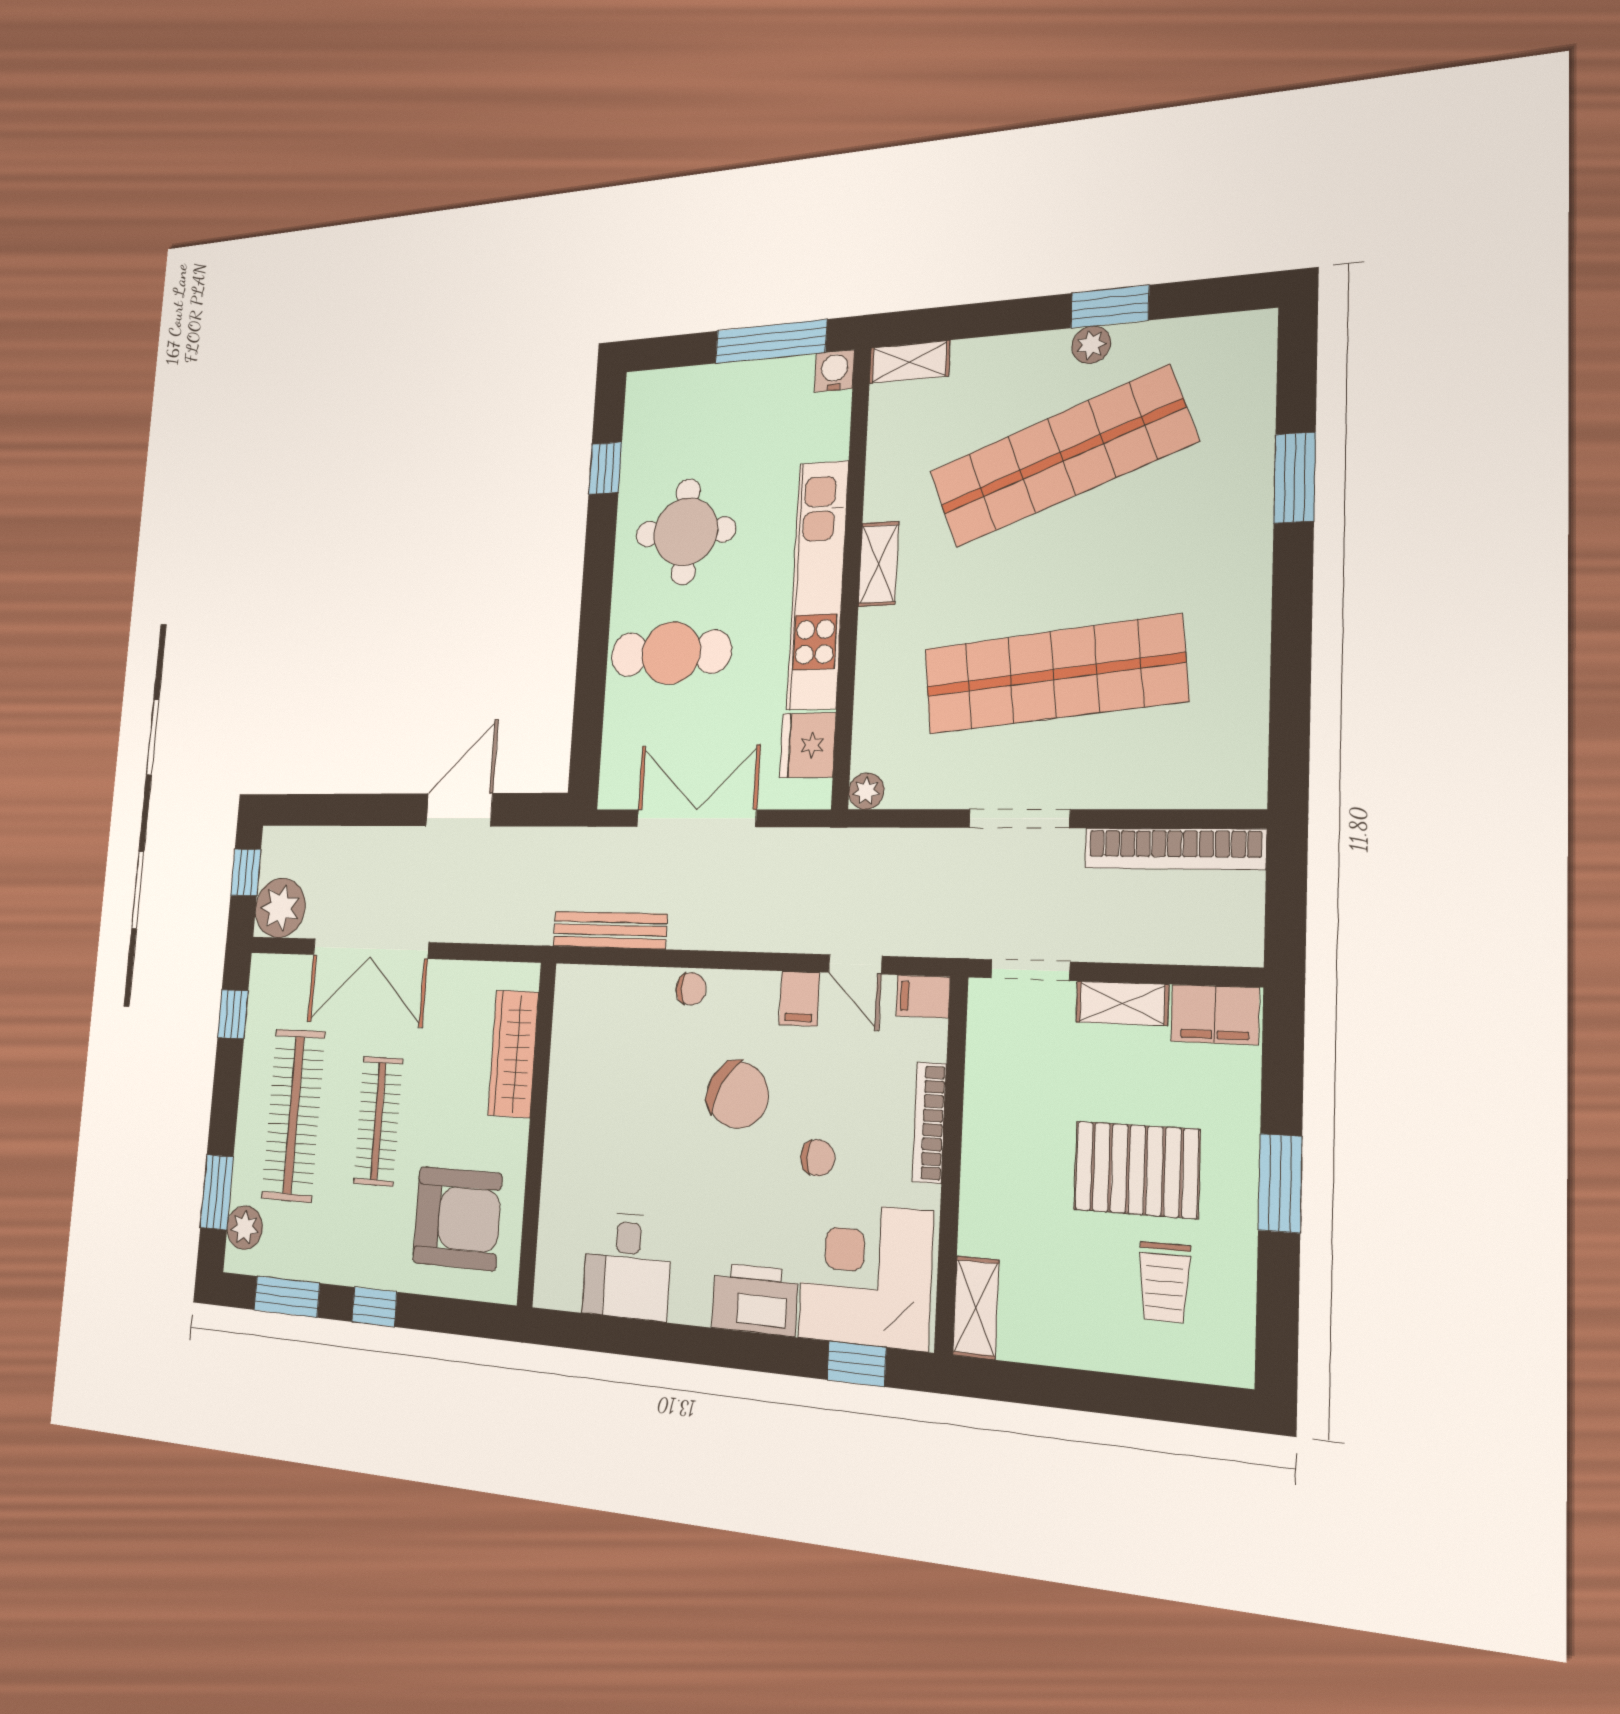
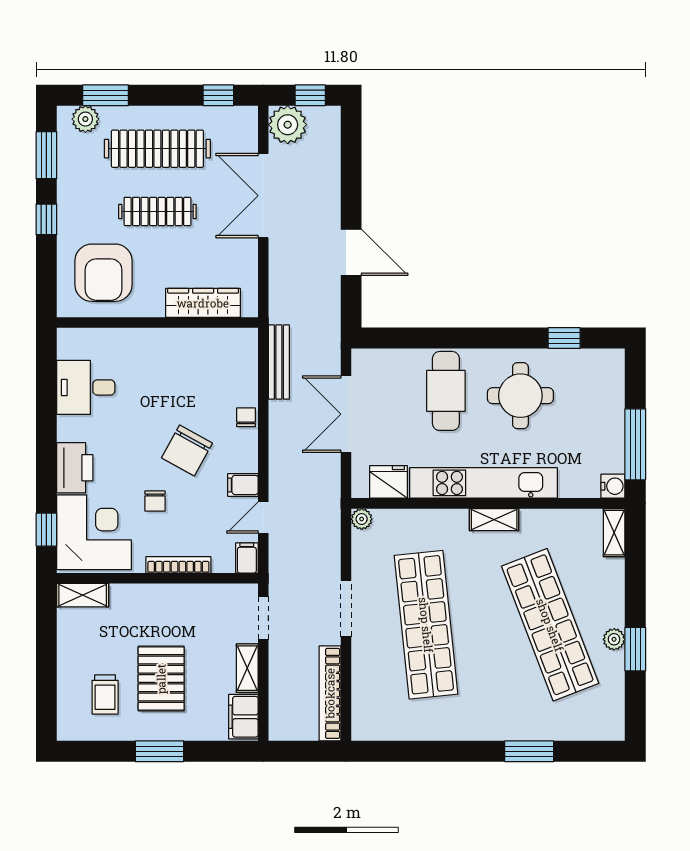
double door: (696, 818) -> (346, 414), swing flipped
chair: (691, 989) -> (246, 417), turned 180
trolley: (1164, 1282) -> (105, 694), turned -90

